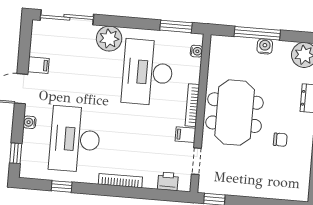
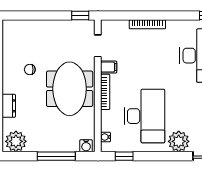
window: (176, 26) -> (124, 156), width x0.67
water cooler: (265, 46) -> (86, 146), moved
bookcase: (120, 181) -> (147, 24), moved
printer: (168, 181) -> (120, 27), removed

